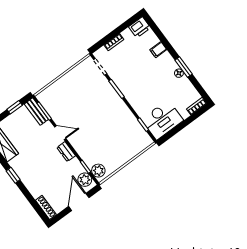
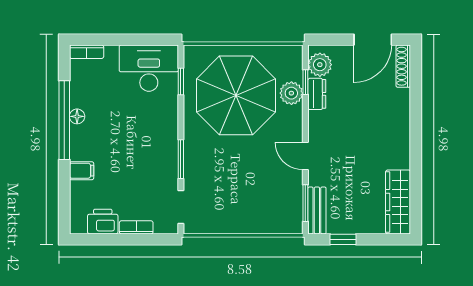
printer: (140, 27) -> (103, 222), moved
window: (184, 67) -> (64, 120), width x2.11
parasol: (113, 137) -> (236, 95), added
dresser: (66, 152) -> (317, 94), moved
plant: (98, 171) -> (291, 93), moved
window: (13, 175) -> (416, 145), removed
door: (79, 202) -> (373, 40), moved

